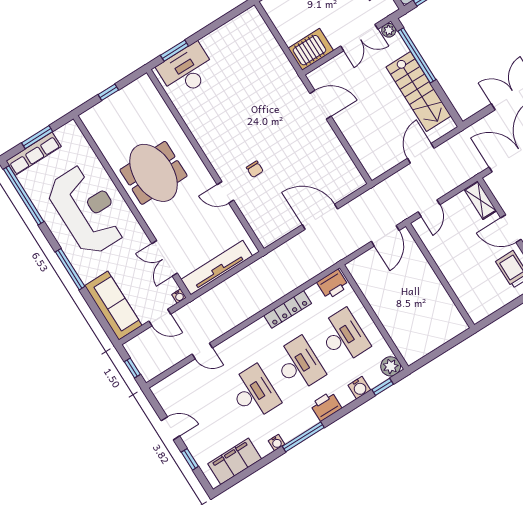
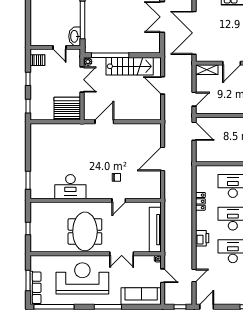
server rack: (311, 49) -> (67, 109), width x1.60
desk: (187, 70) -> (70, 187), moved, turned -90
meeting table: (154, 173) -> (85, 231), turned 90
door: (429, 208) -> (194, 99), hinge flipped
double door: (165, 258) -> (122, 254), moved
printer: (333, 284) -> (202, 238), moved
locker: (288, 309) -> (200, 201), width x0.66
door: (160, 318) -> (163, 276), hinge flipped
door: (202, 351) -> (194, 276), moved
door: (170, 428) -> (207, 307), moved

